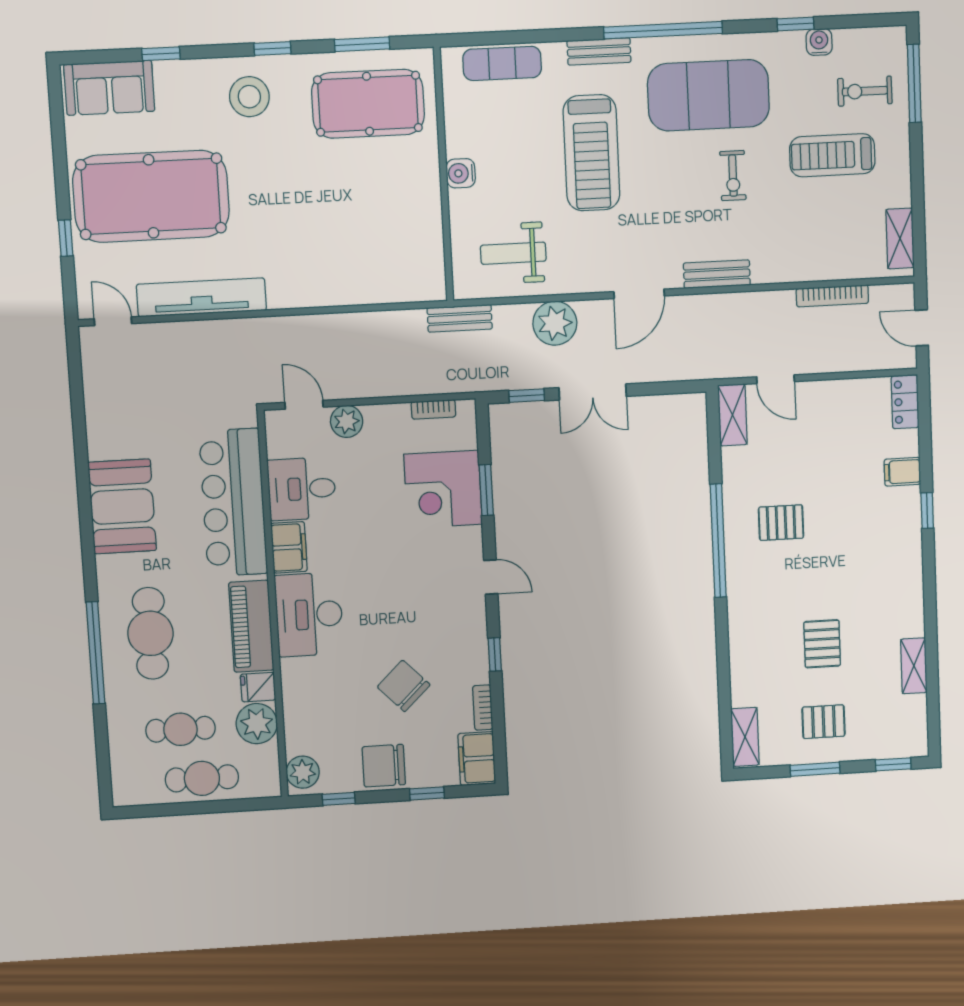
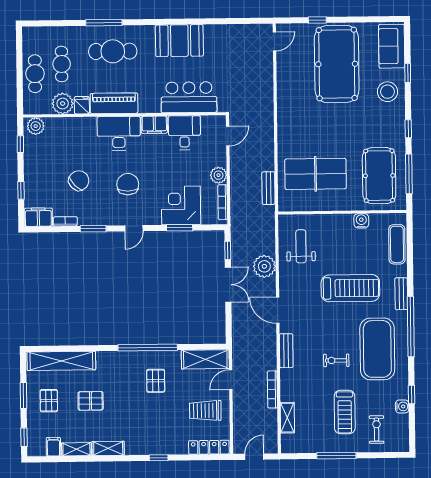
window: (362, 44) -> (409, 174), width x1.44
window: (914, 83) -> (336, 456), moved
stool: (249, 97) -> (387, 92), moved
treadmill: (591, 153) -> (350, 288), turned 180
treadmill: (832, 155) -> (345, 412), turned 180
water cooler: (461, 173) -> (361, 221), moved
table tennis table: (370, 230) -> (315, 174), added
shelving: (900, 238) -> (287, 418), moved, turned 90
bookcase: (832, 296) -> (272, 389), moved
tv unit: (201, 297) -> (285, 87), removed
bench: (460, 318) -> (268, 188), moved
double door: (593, 392) -> (228, 285), swing flipped
locker: (905, 402) -> (209, 447), width x1.53
bookcase: (433, 409) -> (223, 202), width x1.56
shelving: (732, 415) -> (205, 359), width x1.50, depth x1.33
plant: (347, 421) -> (219, 175), moved
trolley: (836, 426) -> (205, 411), added
filing cabinet: (902, 472) -> (53, 447), moved
bar counter: (233, 502) -> (189, 97), width x0.73
shelving: (911, 607) -> (108, 448), added
window: (96, 653) -> (104, 23), width x0.68
window: (495, 654) -> (93, 229), width x1.50
shelving: (745, 737) -> (61, 361), width x2.20, depth x1.33
chair: (384, 766) -> (128, 184), moved

